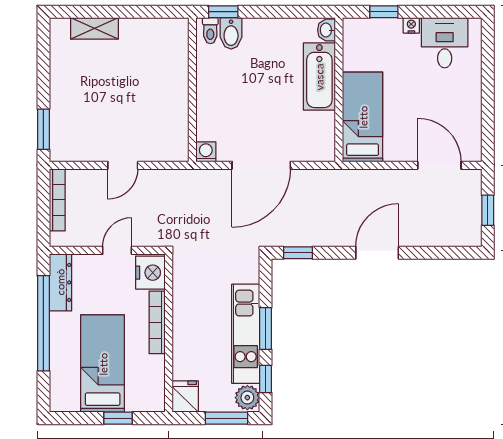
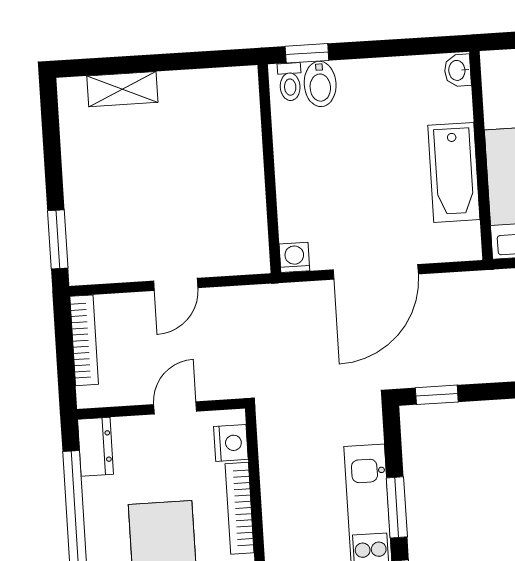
bathtub: (319, 77) -> (454, 172), moved
nightstand: (150, 273) -> (231, 443), width x0.74, depth x0.75
dresser: (60, 282) -> (96, 447), width x0.70

